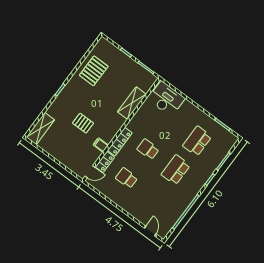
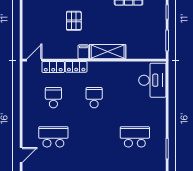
shelving: (132, 103) -> (108, 52), moved
locker: (120, 142) -> (76, 67), width x0.66
filing cabinet: (101, 145) -> (83, 52), moved
school desk: (176, 170) -> (53, 137), moved
door: (90, 172) -> (34, 60), swing flipped

